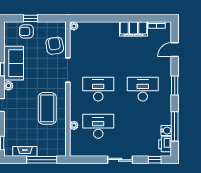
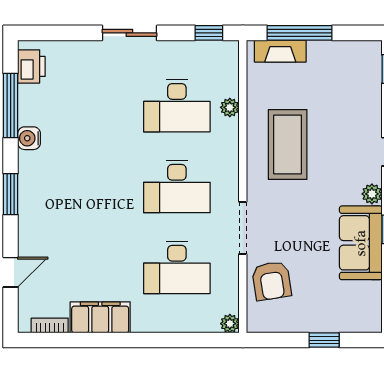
armchair: (26, 31) -> (333, 312), removed
desk: (143, 89) -> (177, 267), moved
water cooler: (166, 131) -> (29, 138), moved
fireplace: (25, 151) -> (280, 51), moved
window: (155, 160) -> (209, 33), moved

